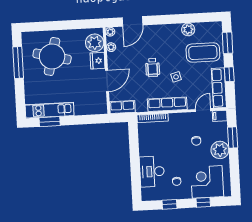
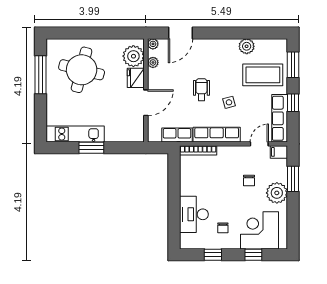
wheelchair: (153, 67) -> (201, 90), turned 180
row of seats: (122, 107) -> (177, 135), moved
window: (50, 122) -> (91, 148), moved

